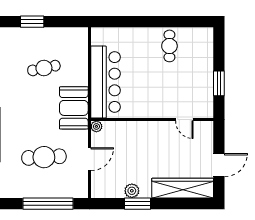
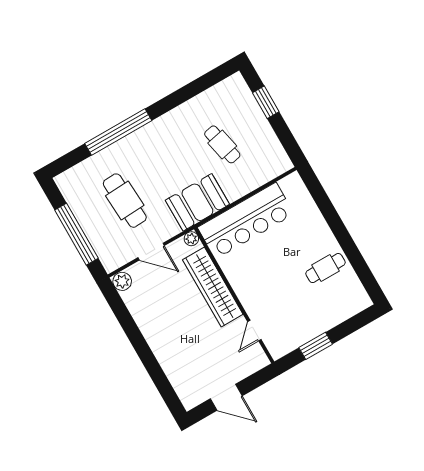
wardrobe: (183, 188) -> (213, 287), moved, turned 180
plant: (132, 191) -> (122, 281), moved
window: (137, 204) -> (133, 332), removed

